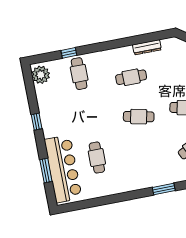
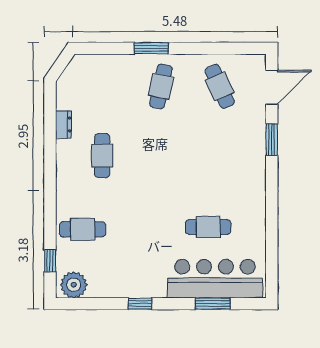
dresser: (147, 47) -> (63, 125), width x0.70
window: (69, 53) -> (50, 261), moved
cafe table: (139, 117) -> (161, 156), removed

